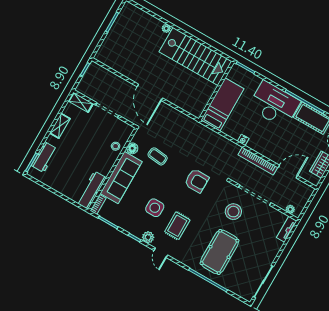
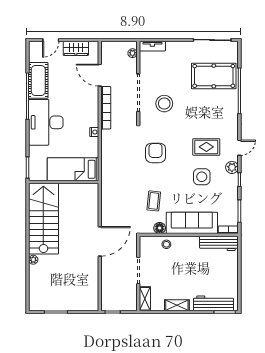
workbench: (44, 157) -> (214, 303), width x1.38
pool table: (219, 252) -> (214, 76), moved

